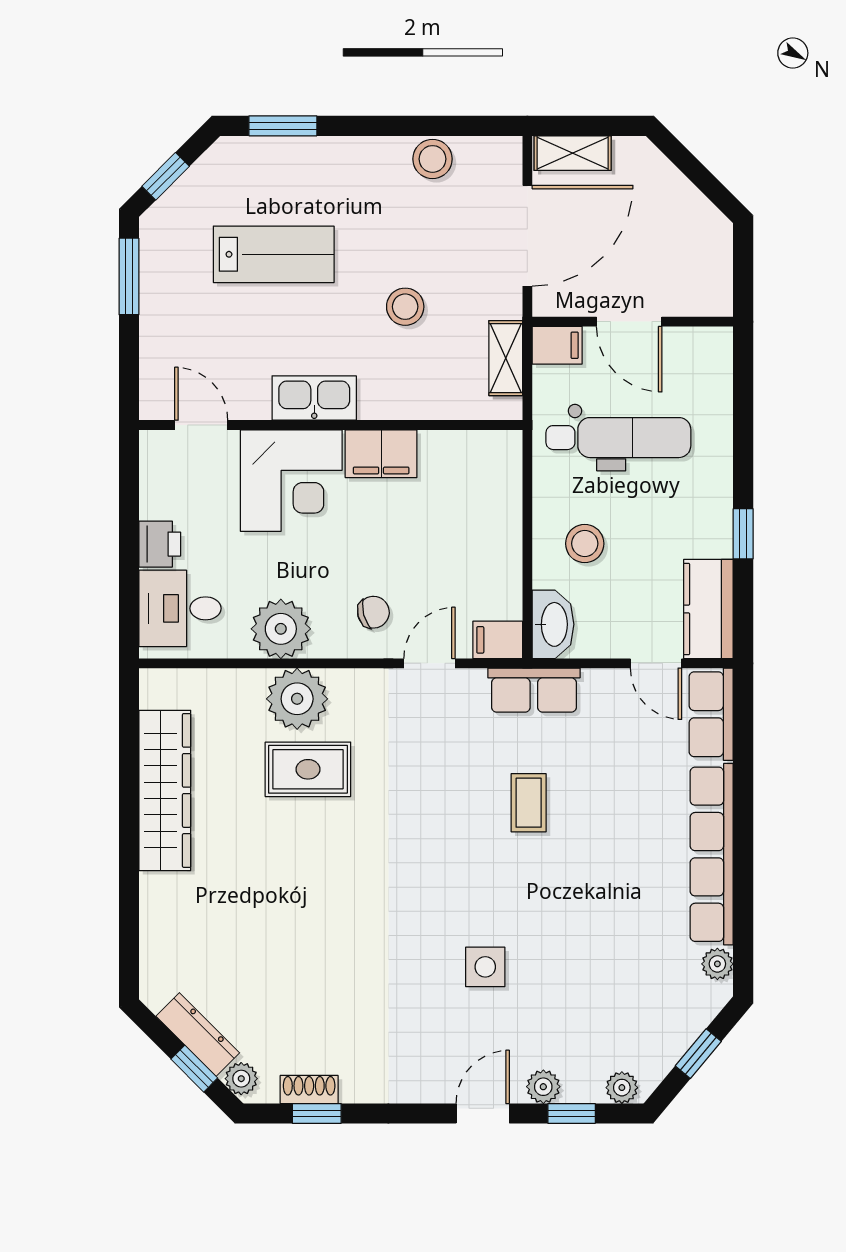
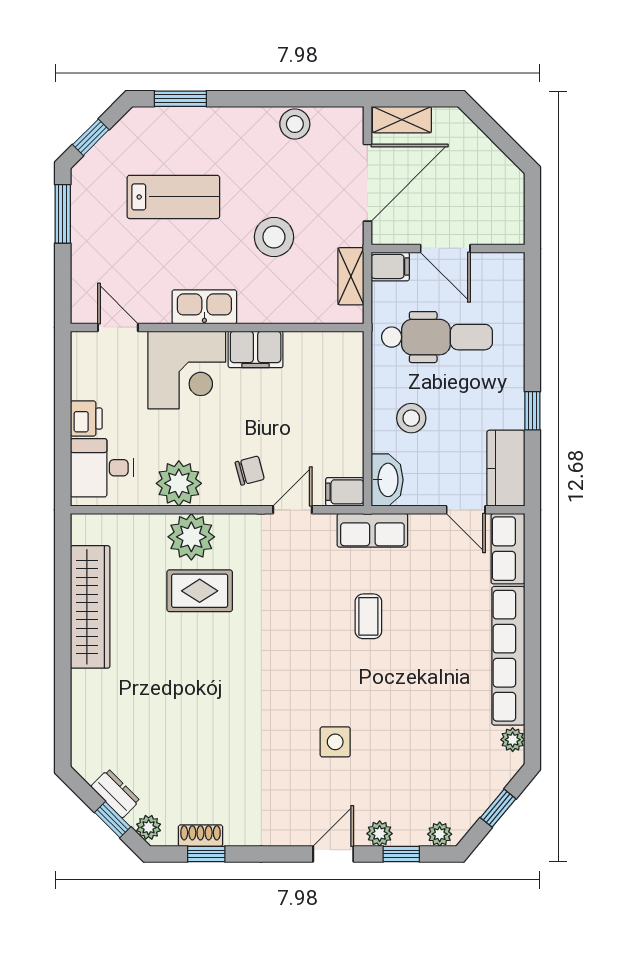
stool: (405, 307) -> (274, 237), width x1.38, depth x1.38
dresser: (198, 1034) -> (115, 794), width x0.70

